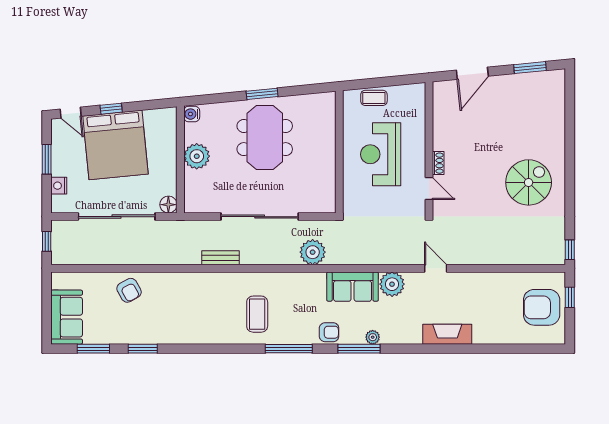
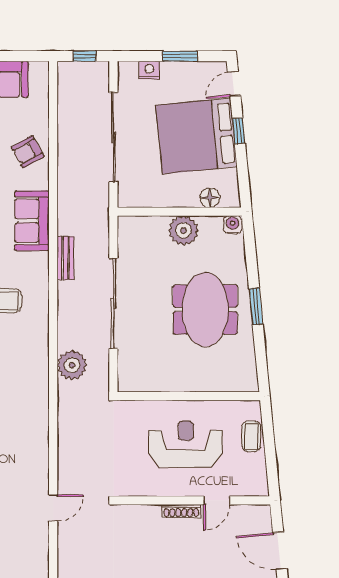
meeting table: (265, 138) -> (205, 309), turned 90
shoe rack: (438, 163) -> (181, 511), width x1.43
door: (429, 189) -> (217, 500), moved
floor lamp: (168, 205) -> (210, 198), moved
plant: (392, 284) -> (35, 457), removed
sofa: (353, 287) -> (32, 221), moved

